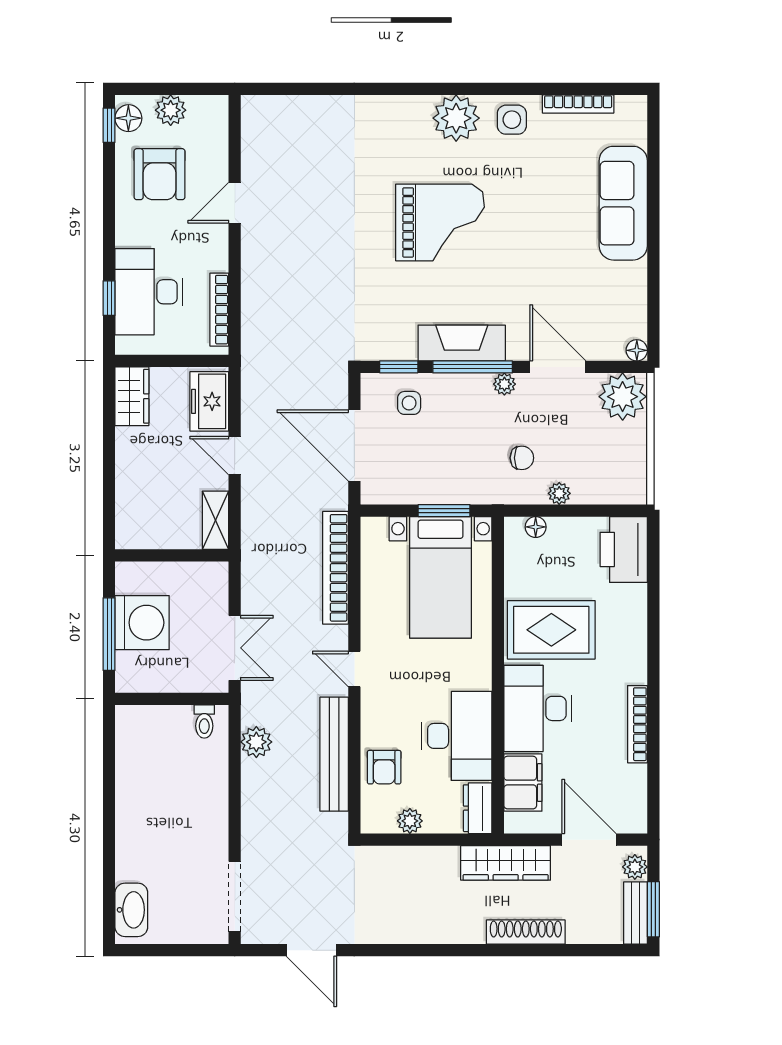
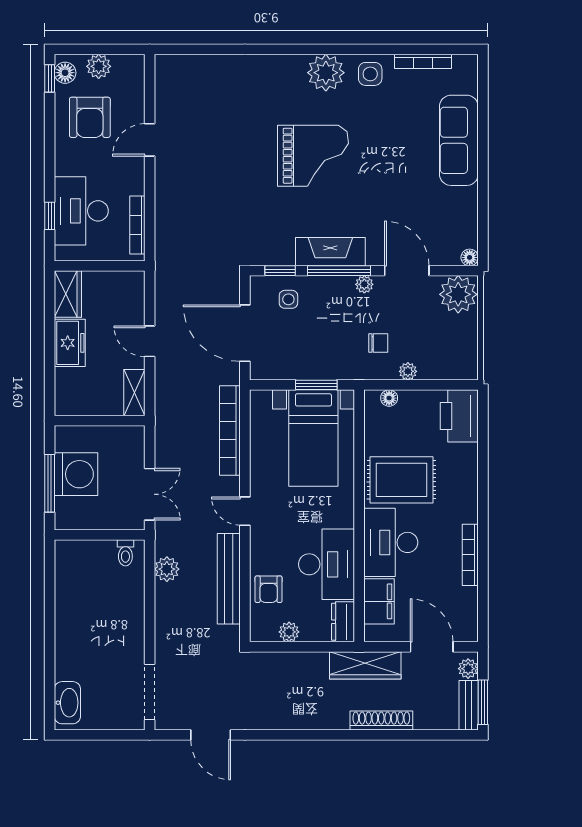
freezer: (209, 401) -> (70, 343), moved, turned 180

